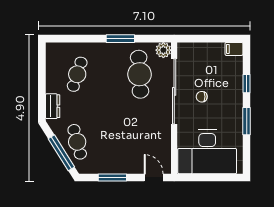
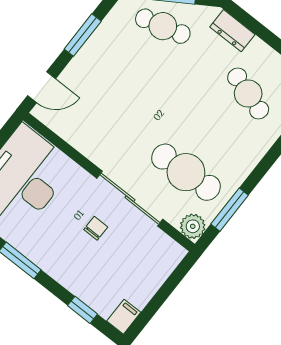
window: (120, 39) -> (230, 210), moved
window: (247, 84) -> (83, 310), moved
sliding door: (174, 91) -> (130, 199), width x0.73

